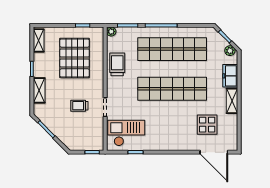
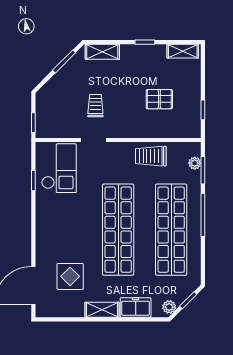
plant: (111, 32) -> (195, 163), moved
pallet: (75, 58) -> (159, 99), width x0.49, depth x0.50
trolley: (117, 64) -> (151, 156), turned 180
shelving: (39, 90) -> (102, 52), moved

